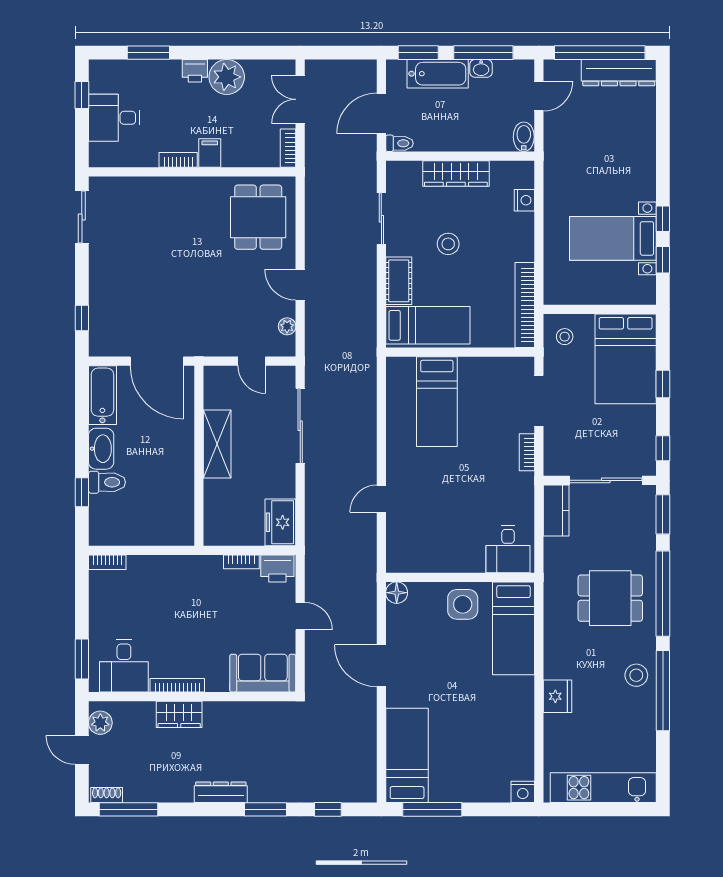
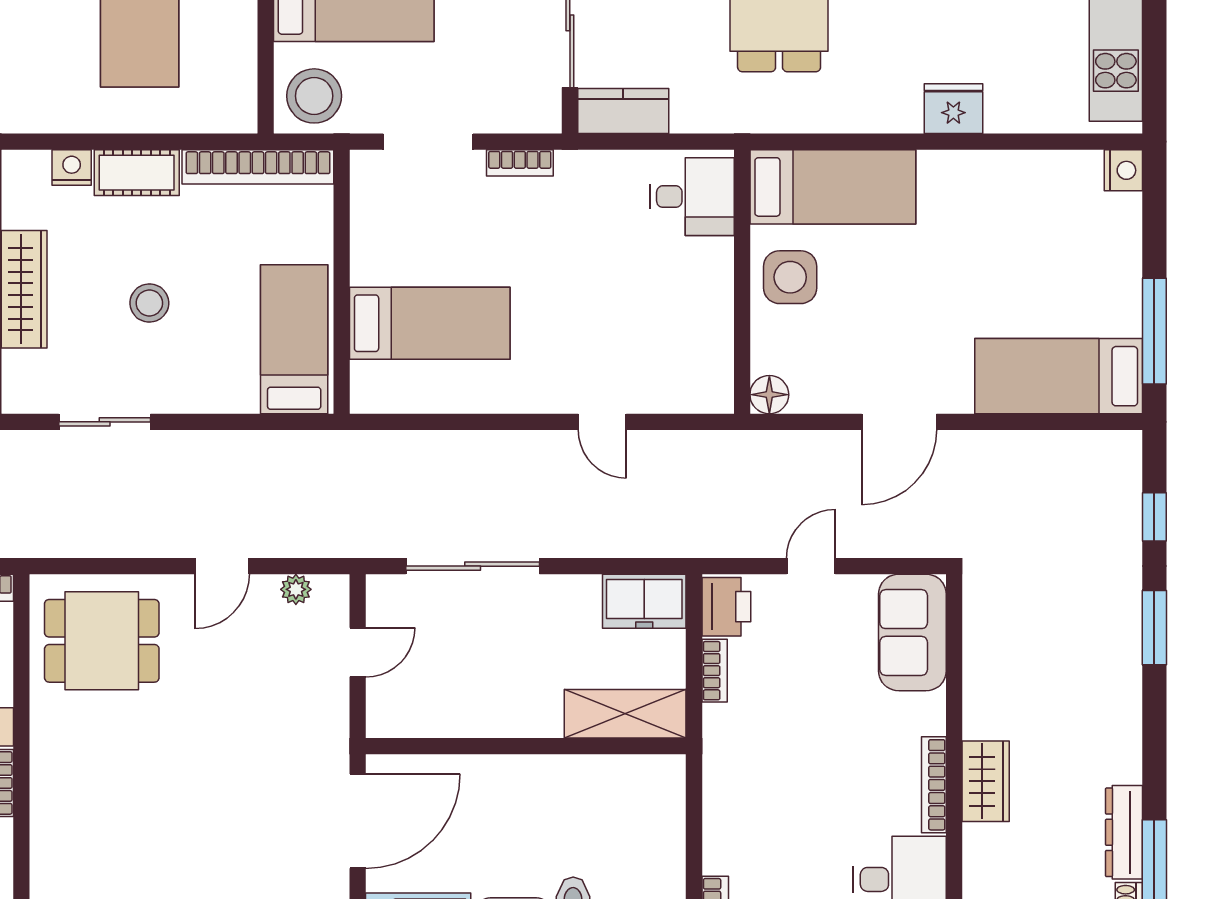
cot: (399, 281) -> (137, 173), moved
stool: (565, 337) -> (314, 96), width x1.89, depth x1.89
shelving: (217, 444) -> (625, 714), moved
dresser: (221, 792) -> (1124, 832), moved

